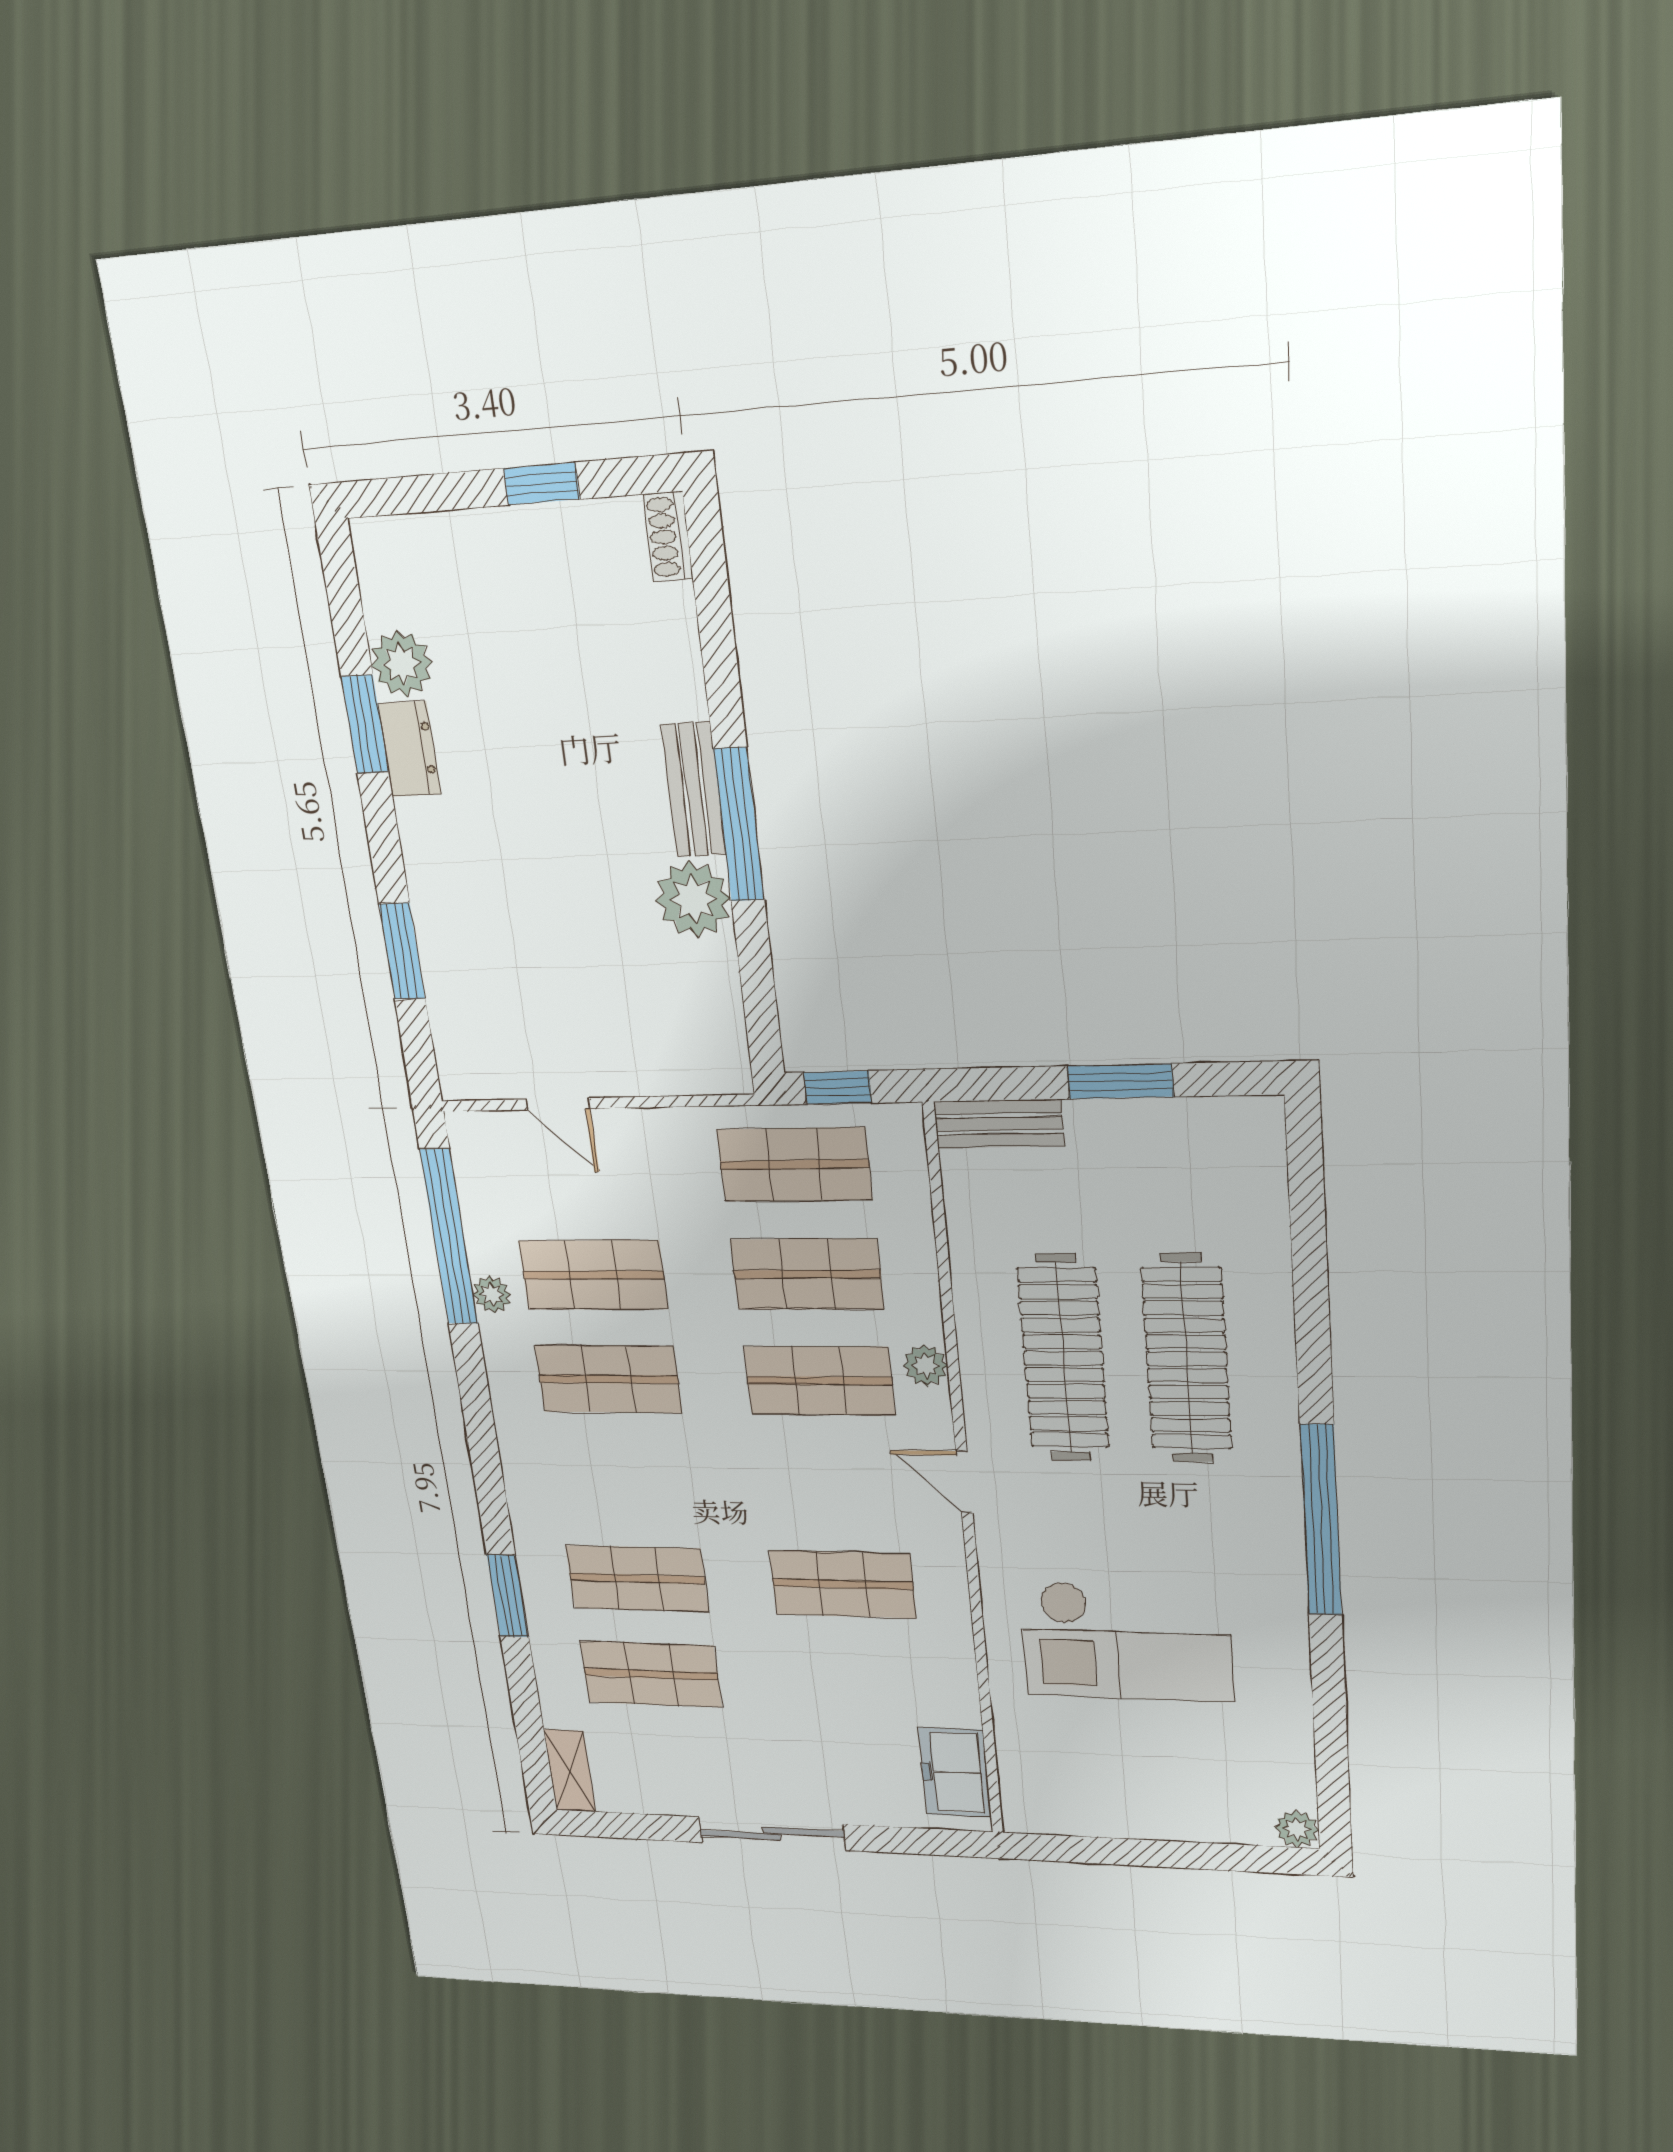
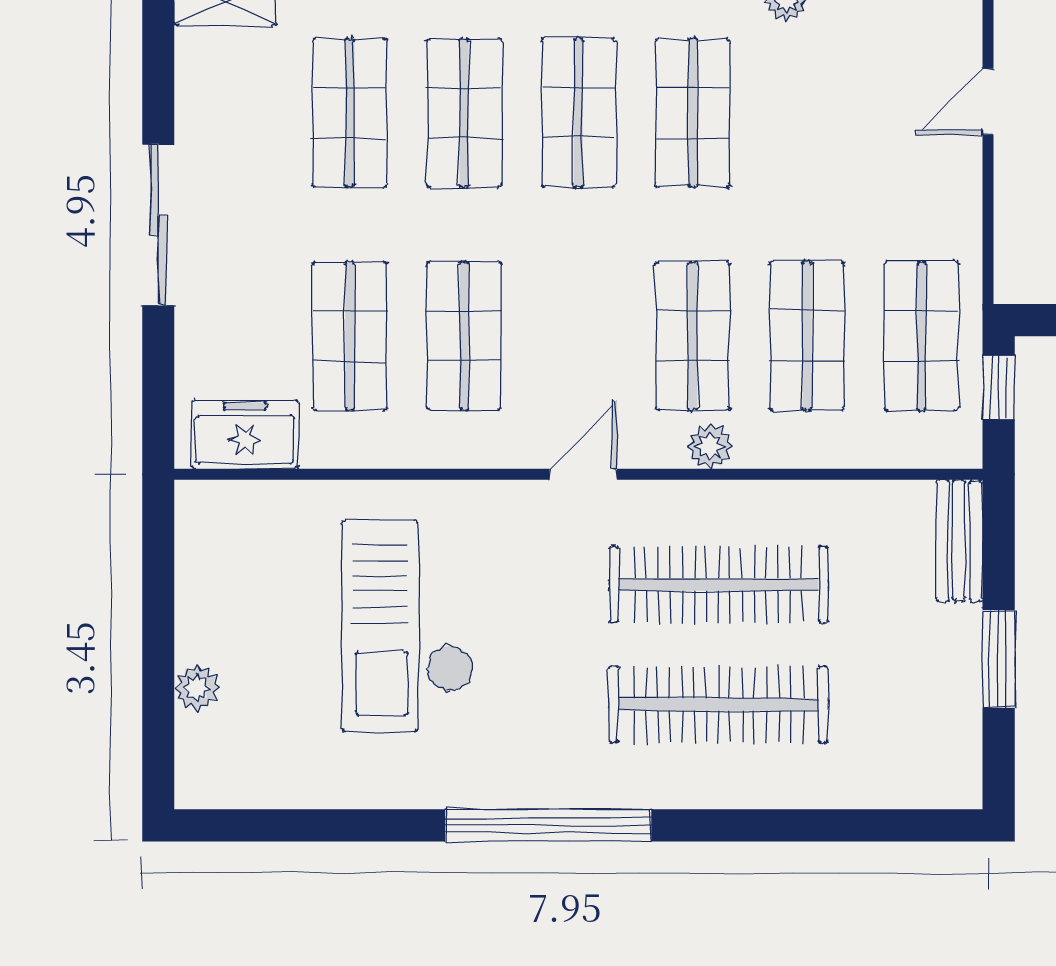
shop shelf: (593, 1275) -> (578, 113), moved
shop shelf: (854, 1682) -> (350, 336), added
plant: (1297, 1829) -> (197, 688), moved

